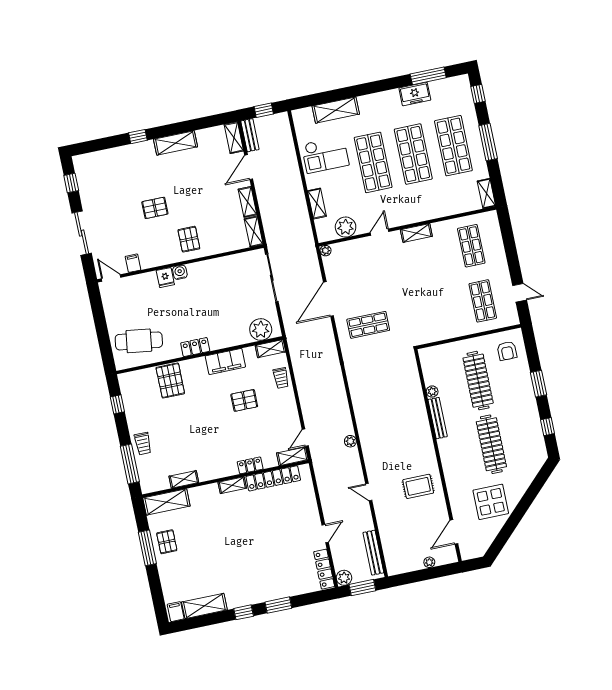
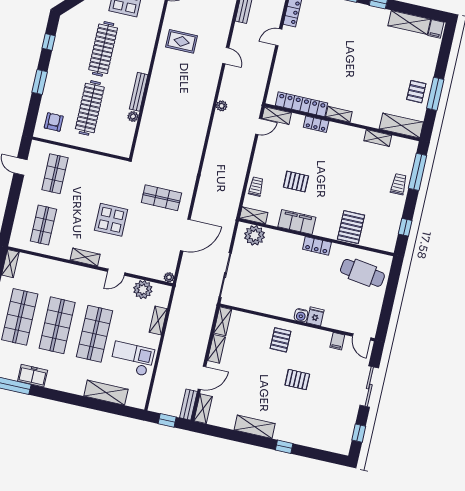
display table: (408, 281) -> (111, 220), added

